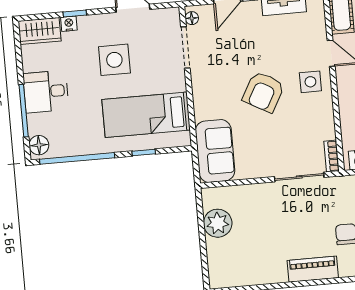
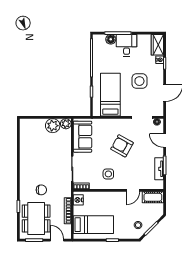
side table: (310, 82) -> (108, 174), moved
armchair: (263, 92) -> (122, 146), moved
floor lamp: (39, 145) -> (111, 39), moved
sofa: (215, 151) -> (82, 137), moved, turned -90
plant: (211, 198) -> (66, 124), added
piano: (313, 269) -> (25, 171), removed

